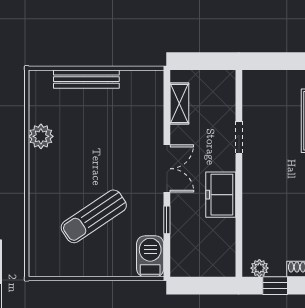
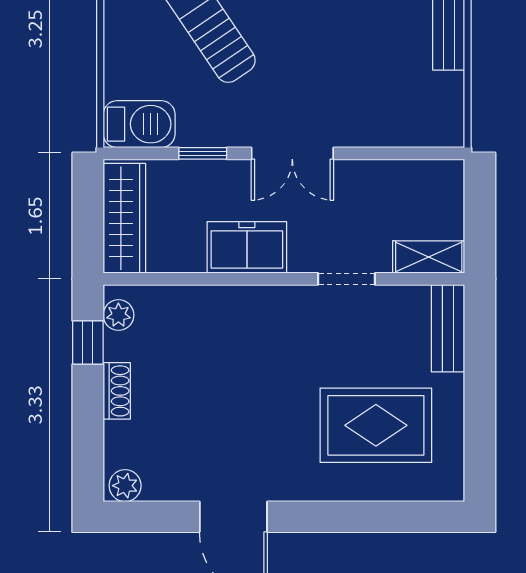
bench: (267, 79) -> (448, 328), added
shelving: (179, 104) -> (429, 257), moved
wardrobe: (204, 265) -> (124, 218), added

